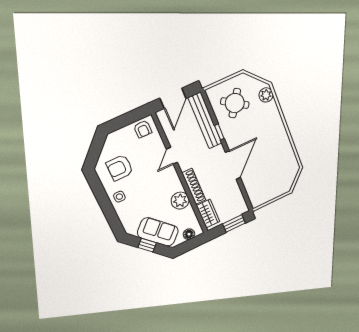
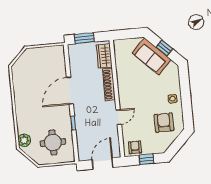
round table: (235, 103) -> (53, 142), turned -33
window: (125, 120) -> (146, 159), added
bench: (205, 121) -> (82, 137), removed
armchair: (120, 168) -> (164, 123), turned -90
plant: (180, 201) -> (124, 77), removed
floor lamp: (189, 234) -> (126, 44), removed

